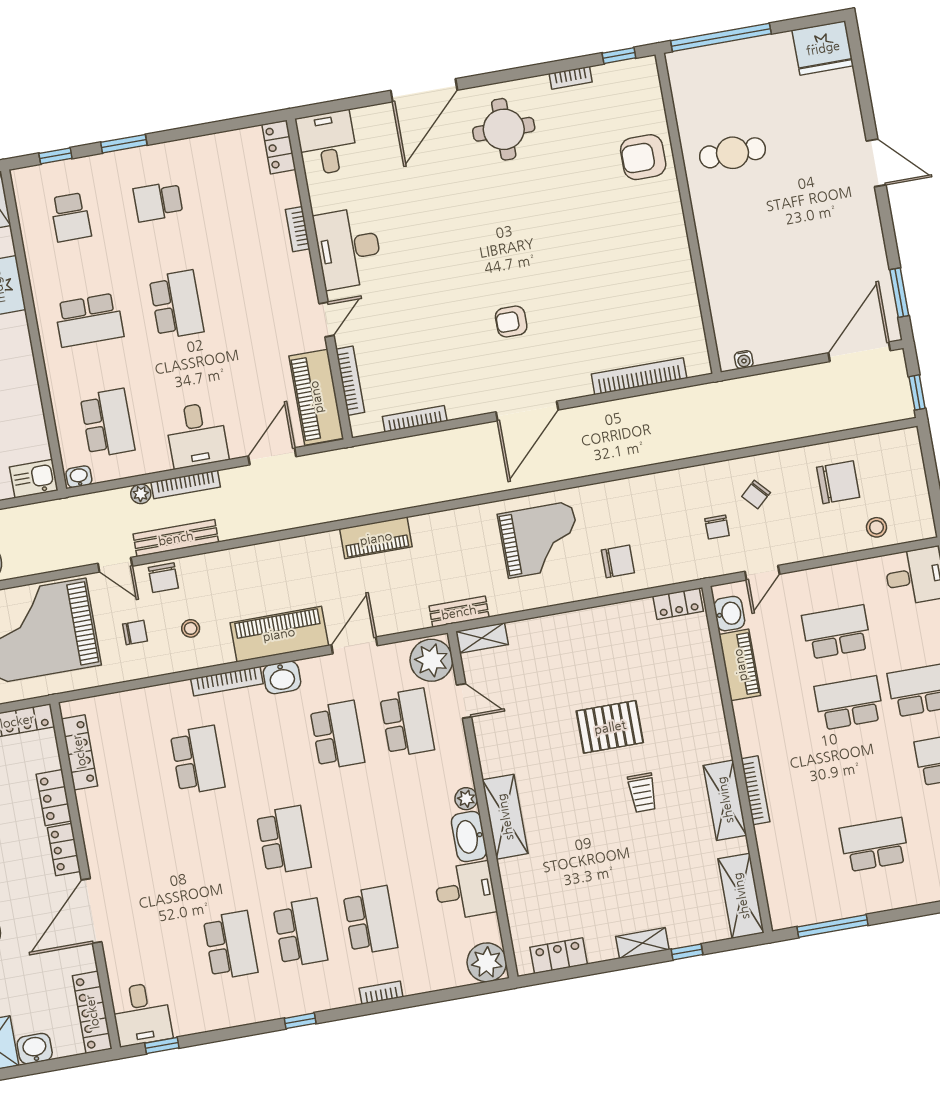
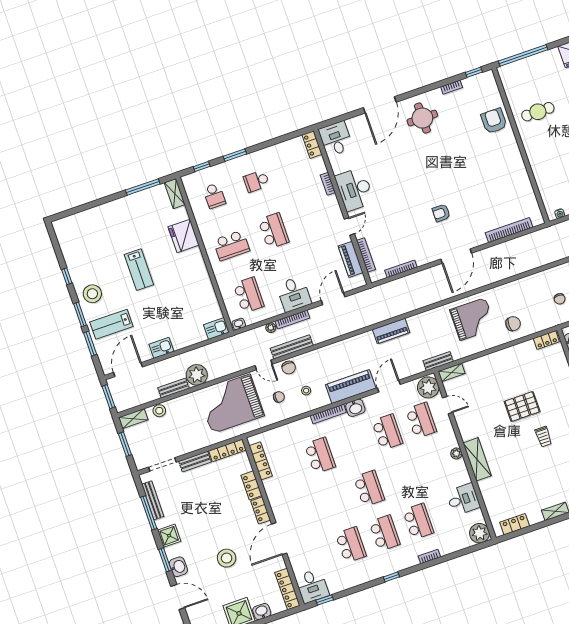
armchair: (643, 157) -> (494, 121), turned 90
piano: (316, 397) -> (351, 259), width x0.73, depth x0.75
washbasin: (469, 837) -> (461, 472), removed

